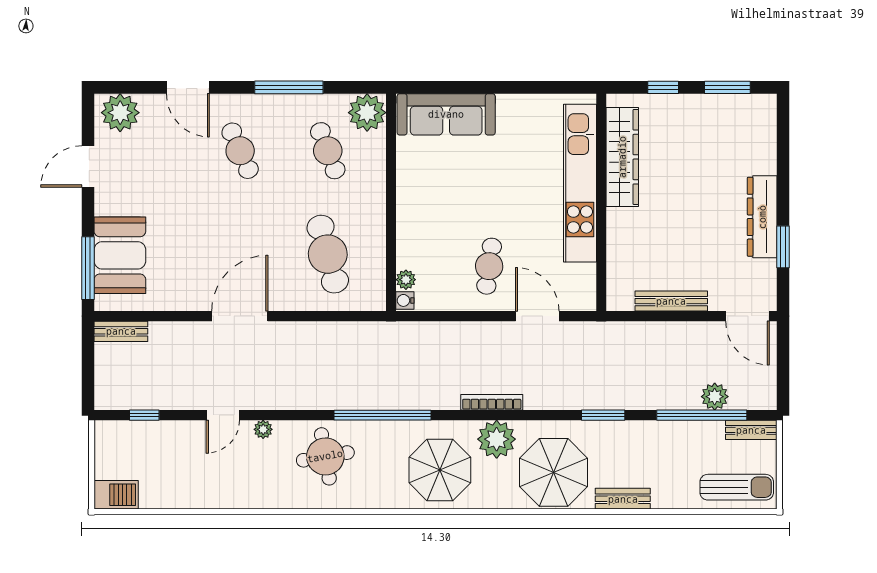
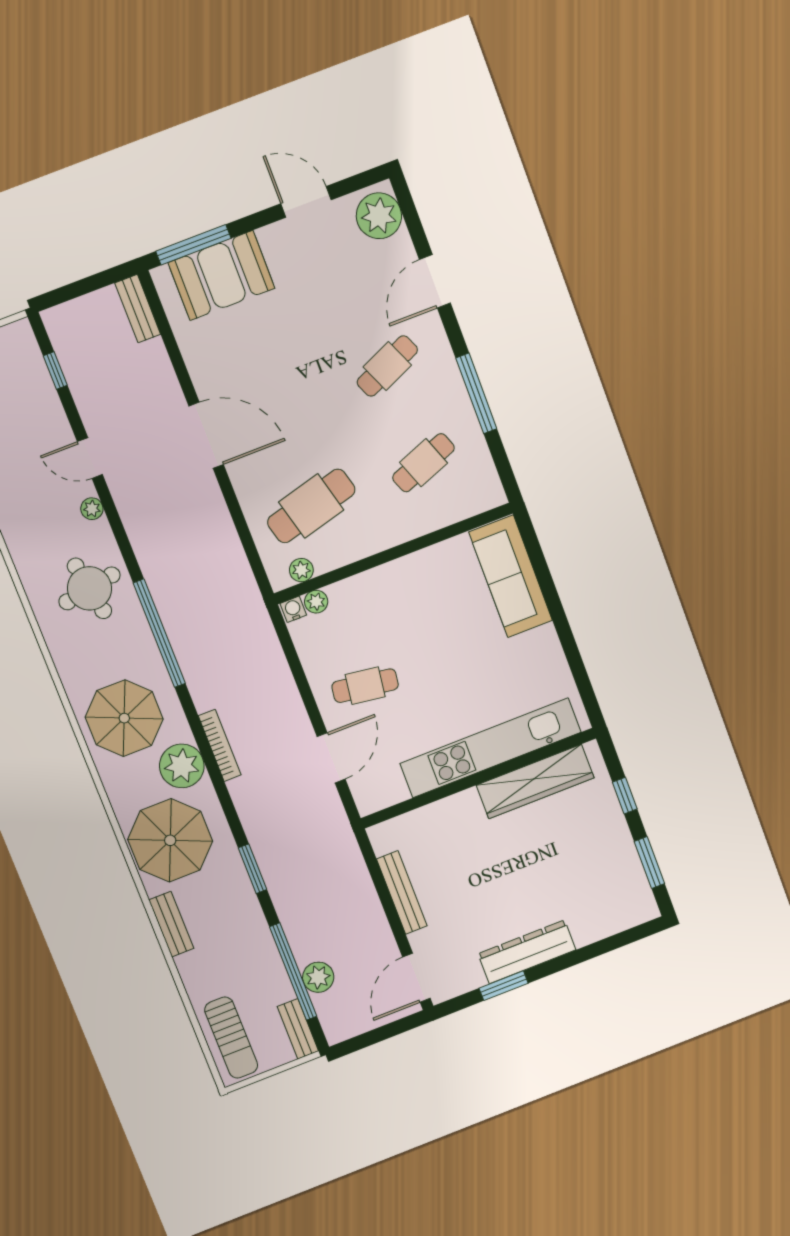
plant: (367, 113) -> (301, 570), moved, width x0.53, depth x0.53

